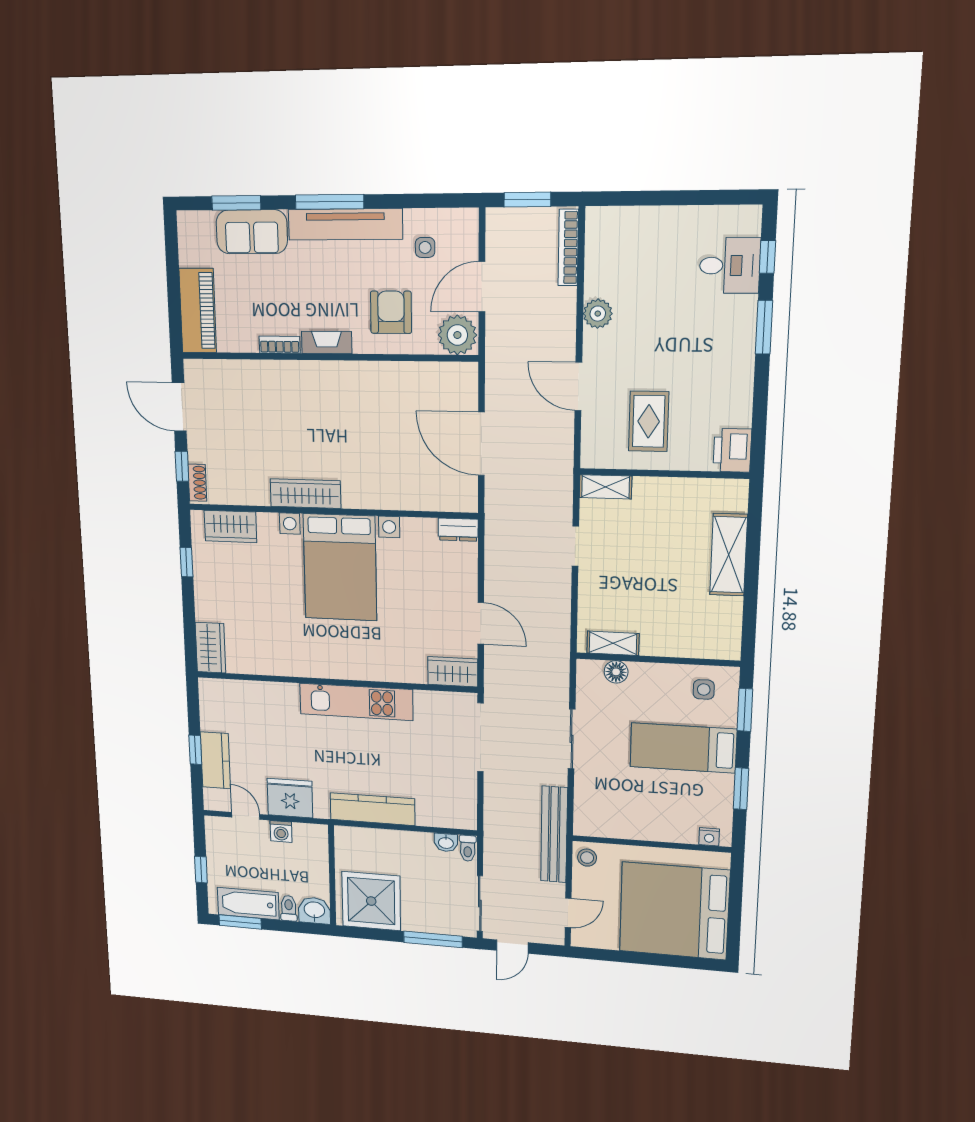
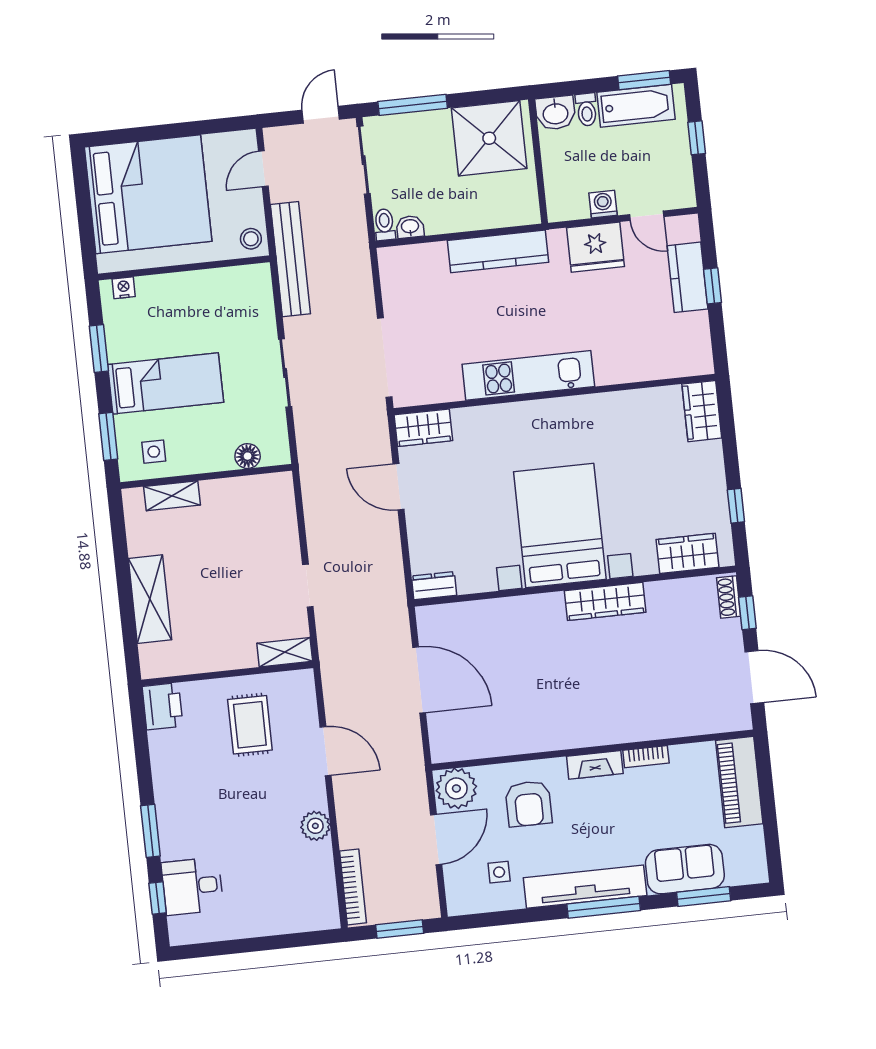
shelving: (613, 643) -> (172, 496), moved

